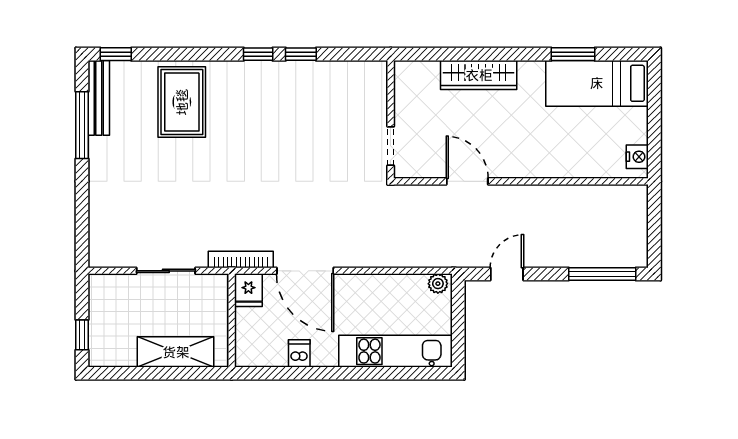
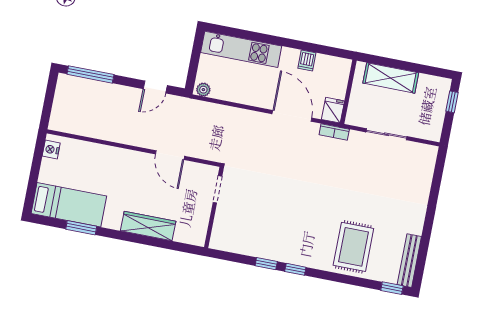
window: (82, 125) -> (424, 244), removed
bookcase: (241, 260) -> (334, 132), width x0.64

